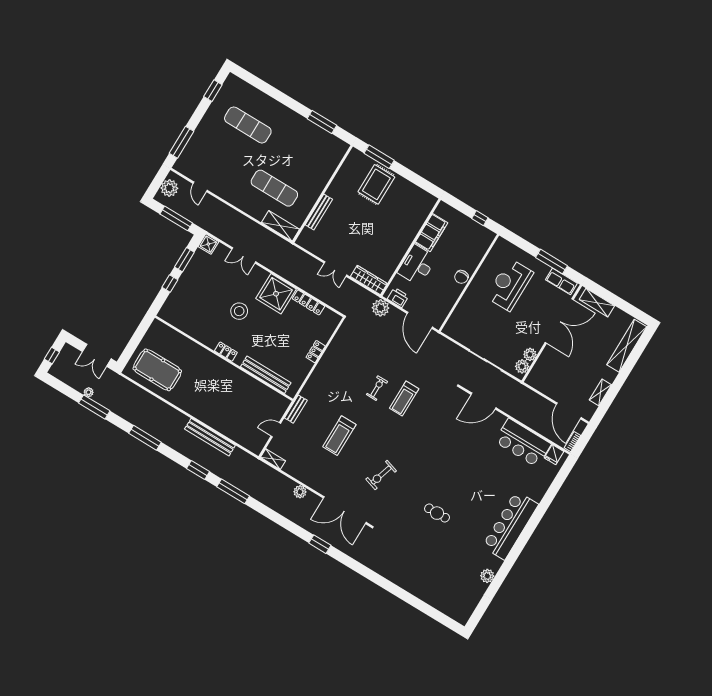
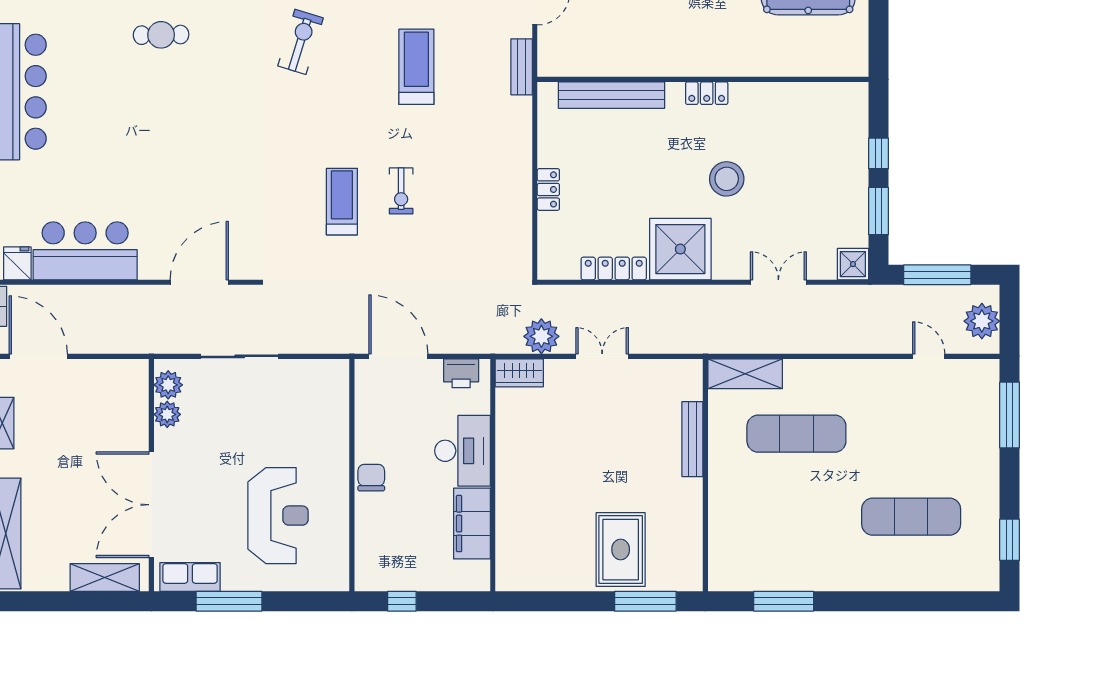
wardrobe: (369, 280) -> (519, 373), width x0.67
plant: (381, 308) -> (541, 336), moved

